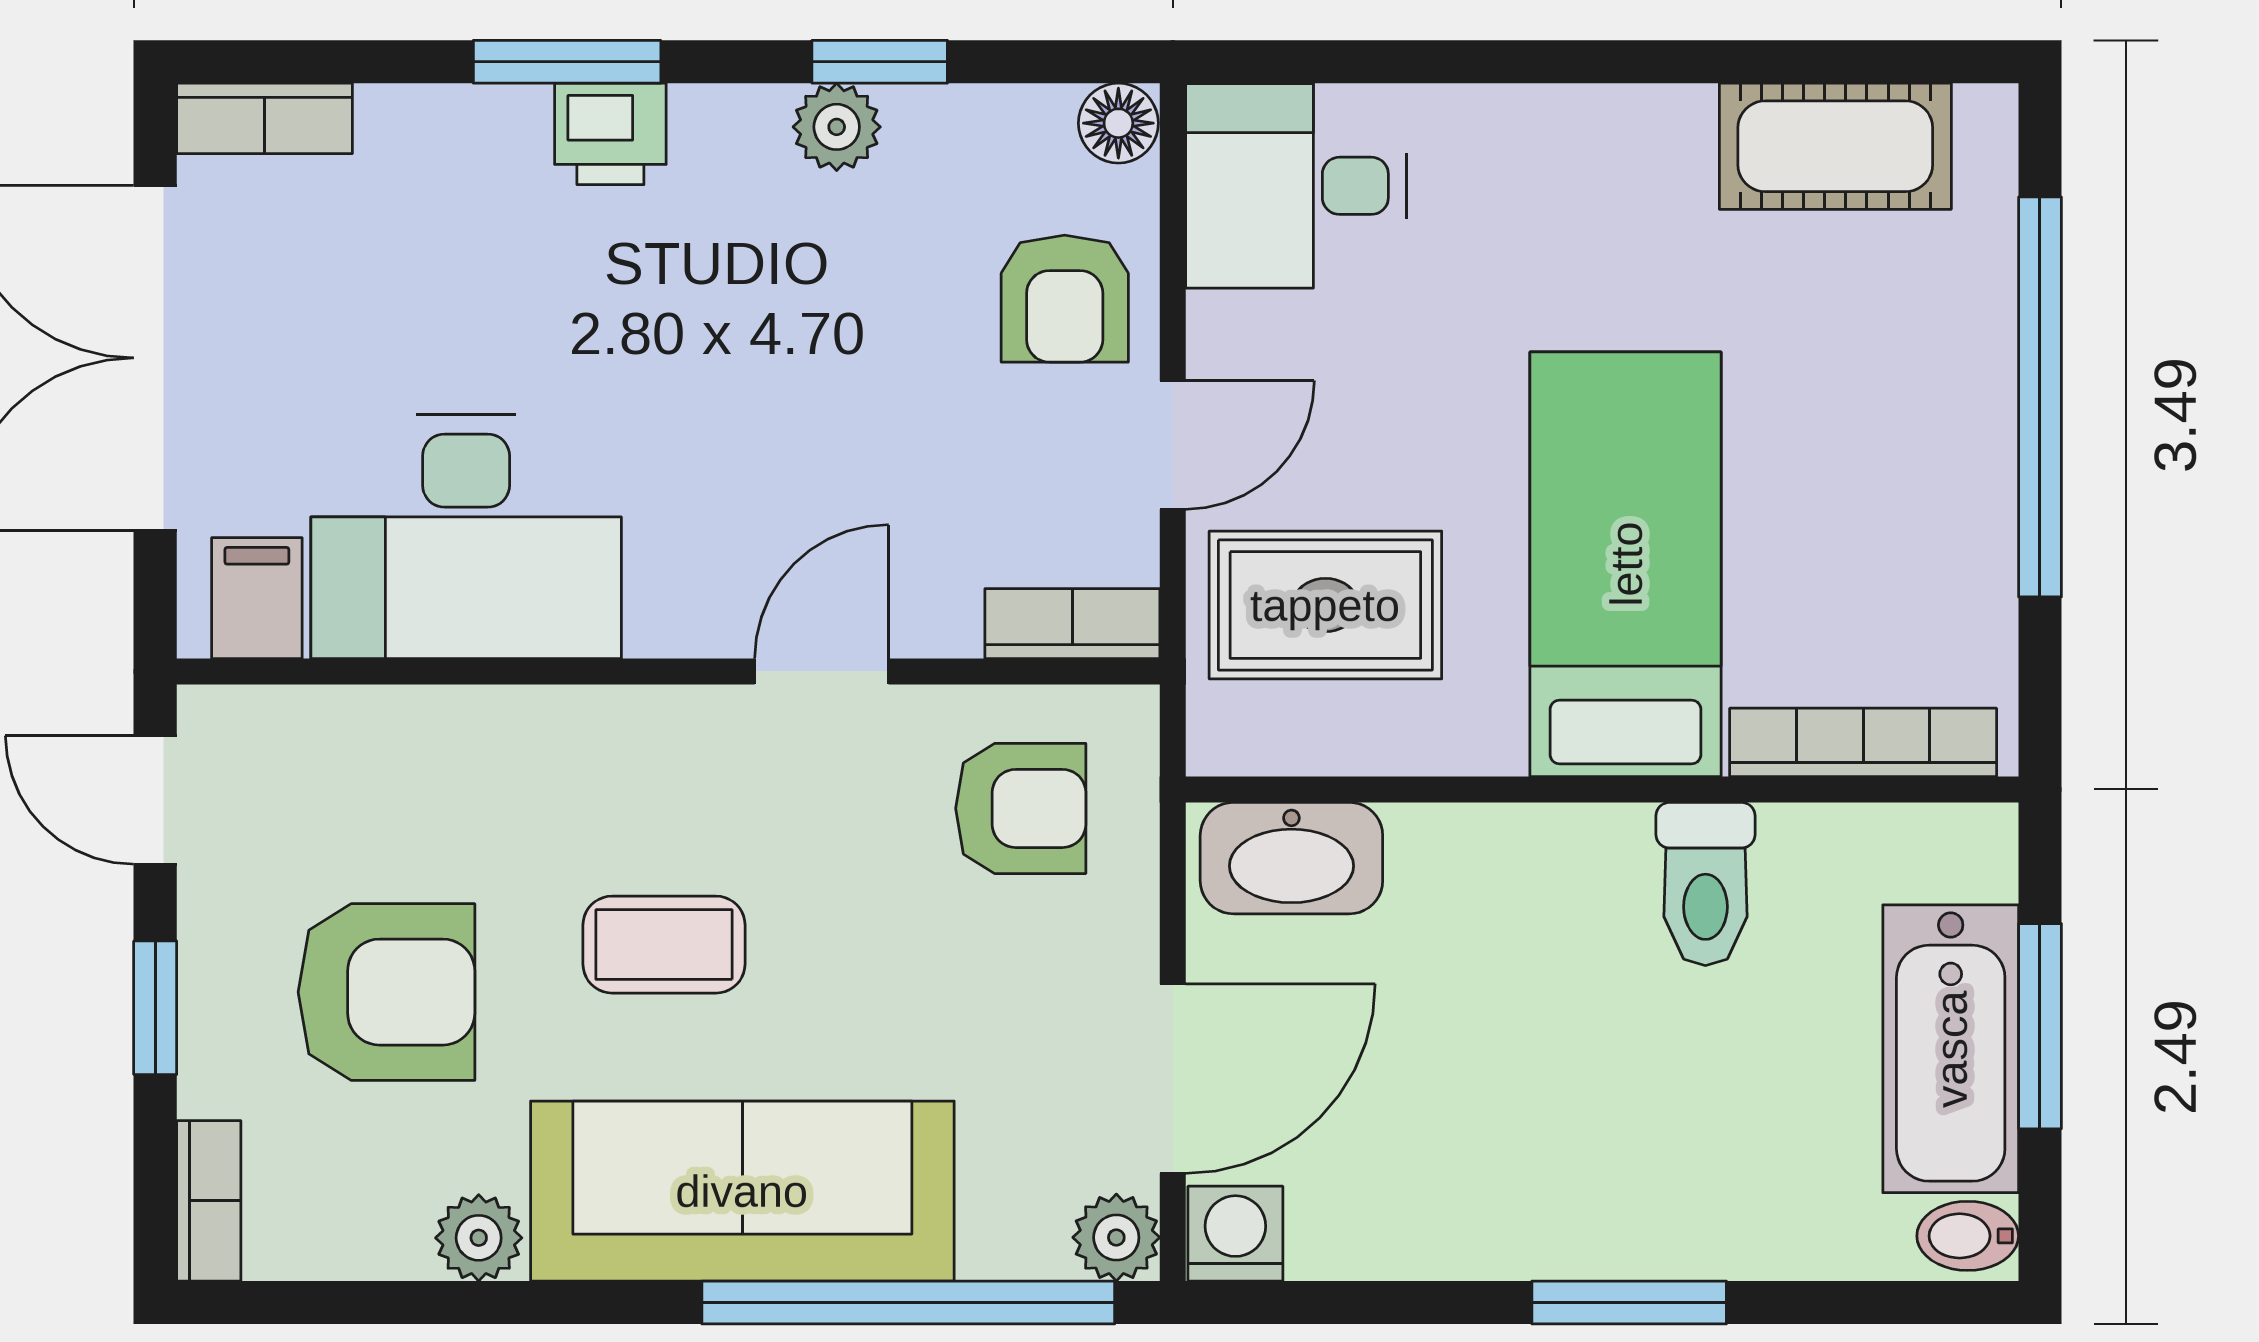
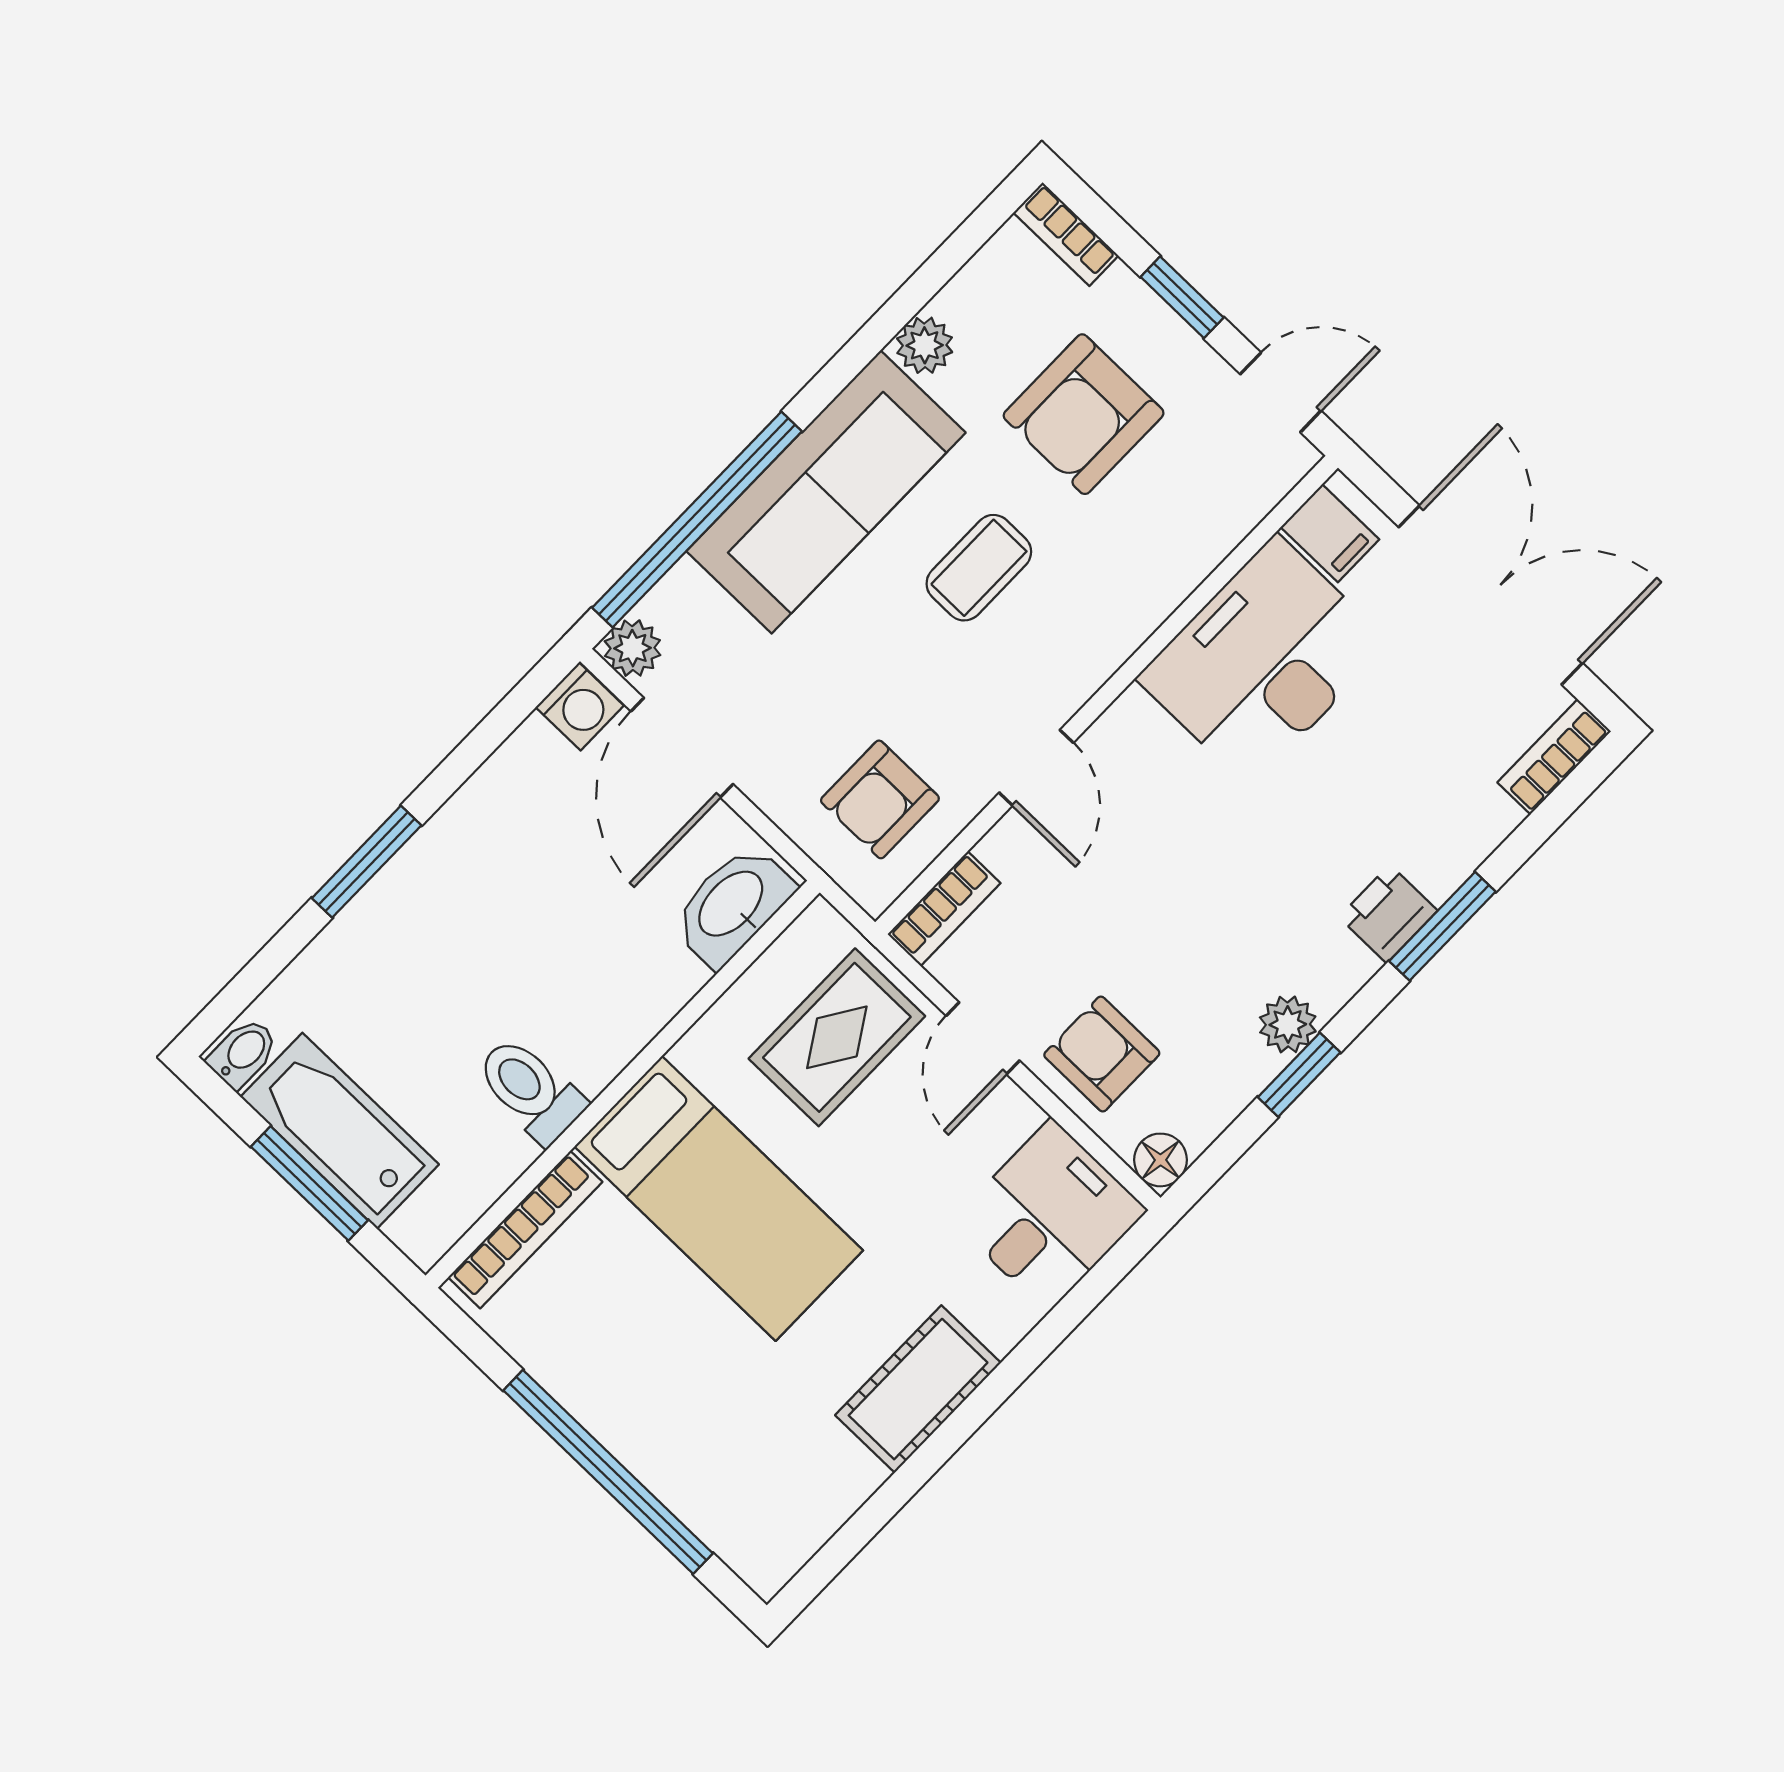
cot: (1835, 146) -> (918, 1389), moved

